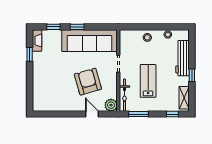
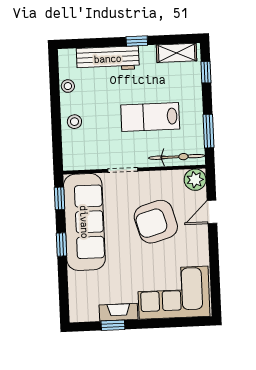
window: (53, 27) -> (60, 198), moved
fireplace: (37, 41) -> (119, 312), moved
corner sofa: (47, 90) -> (174, 293), added

